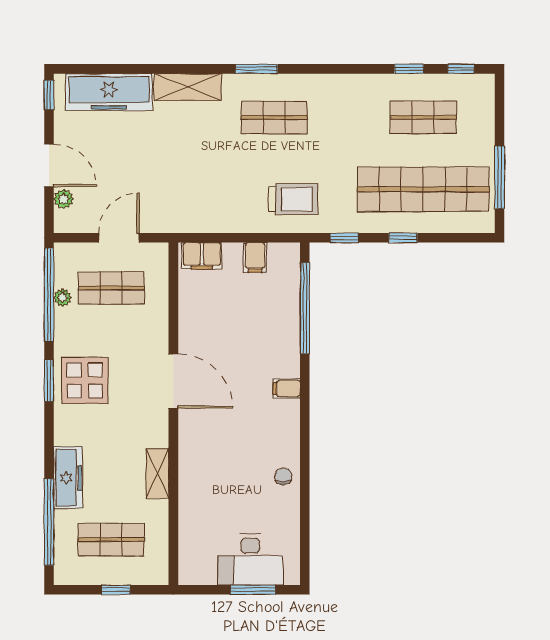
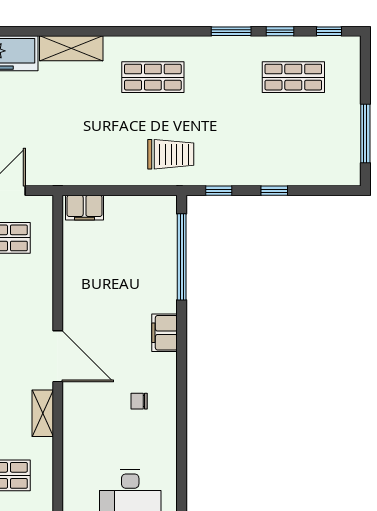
window: (256, 69) -> (231, 31), moved
shop shelf: (423, 189) -> (293, 145), removed
filing cabinet: (255, 258) -> (135, 209), removed
door: (173, 381) -> (58, 356), moved
filing cabinet: (287, 388) -> (165, 333), width x2.00
chair: (283, 476) -> (139, 401), moved, turned -90

